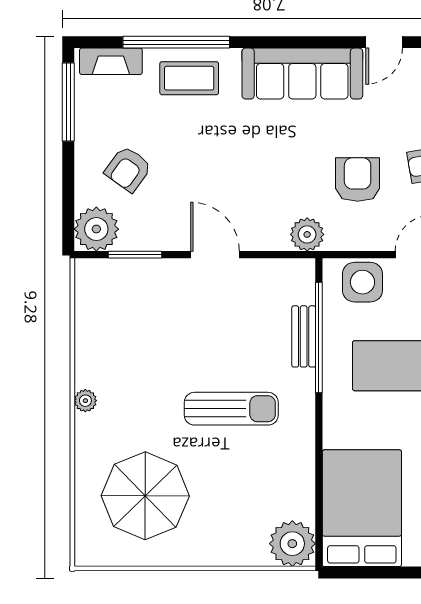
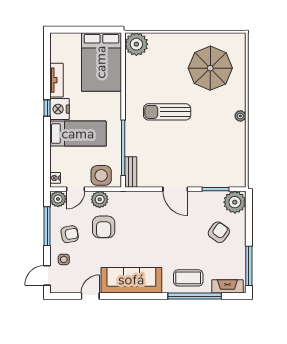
plant: (307, 234) -> (100, 199), moved
bench: (304, 336) -> (131, 172), moved

